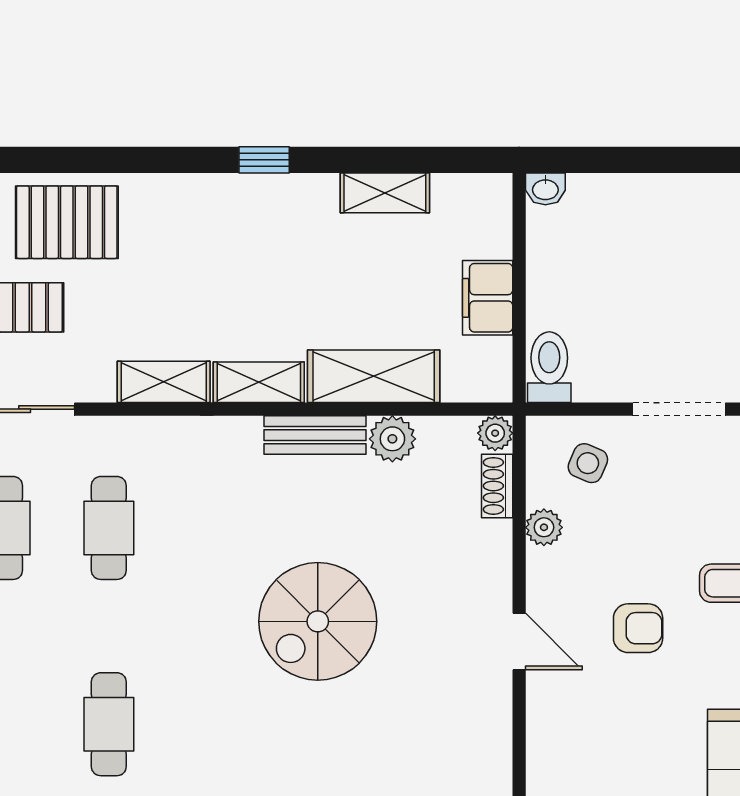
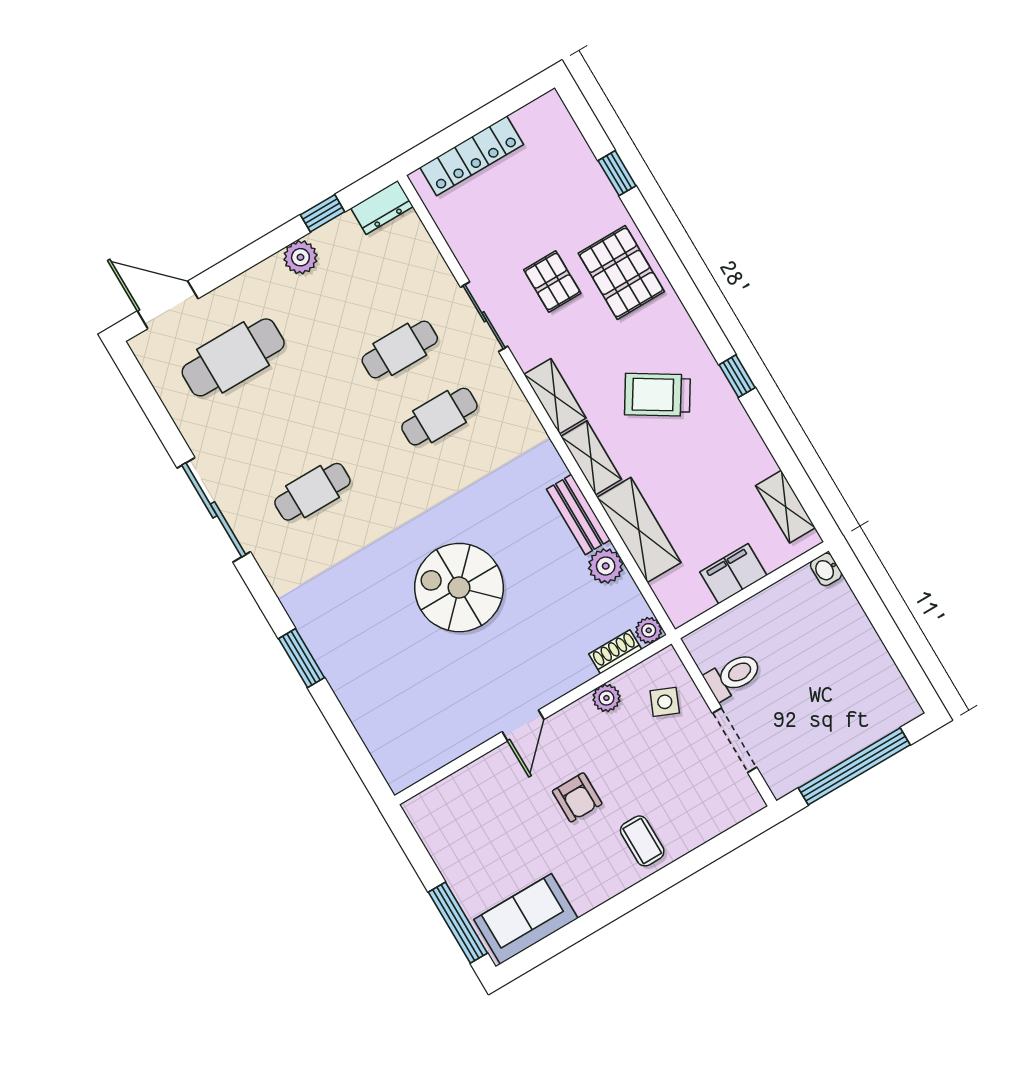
shelving: (385, 193) -> (785, 507), moved
trolley: (231, 264) -> (657, 395), added
toilet: (549, 367) -> (733, 676), moved

